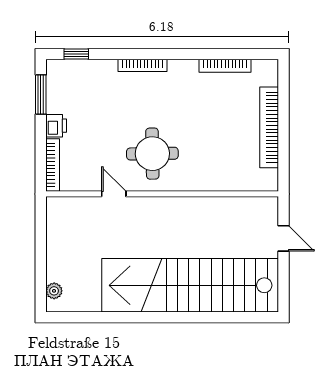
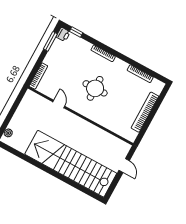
printer: (56, 126) -> (63, 34), moved
round table: (152, 154) -> (95, 88), moved

